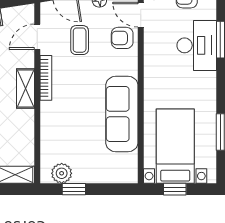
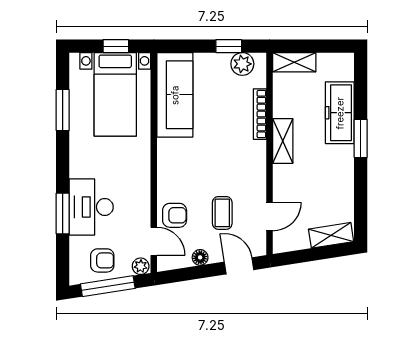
bookcase: (46, 78) -> (260, 114), moved
shelving: (25, 89) -> (283, 141), moved
sofa: (122, 114) -> (175, 95), moved

